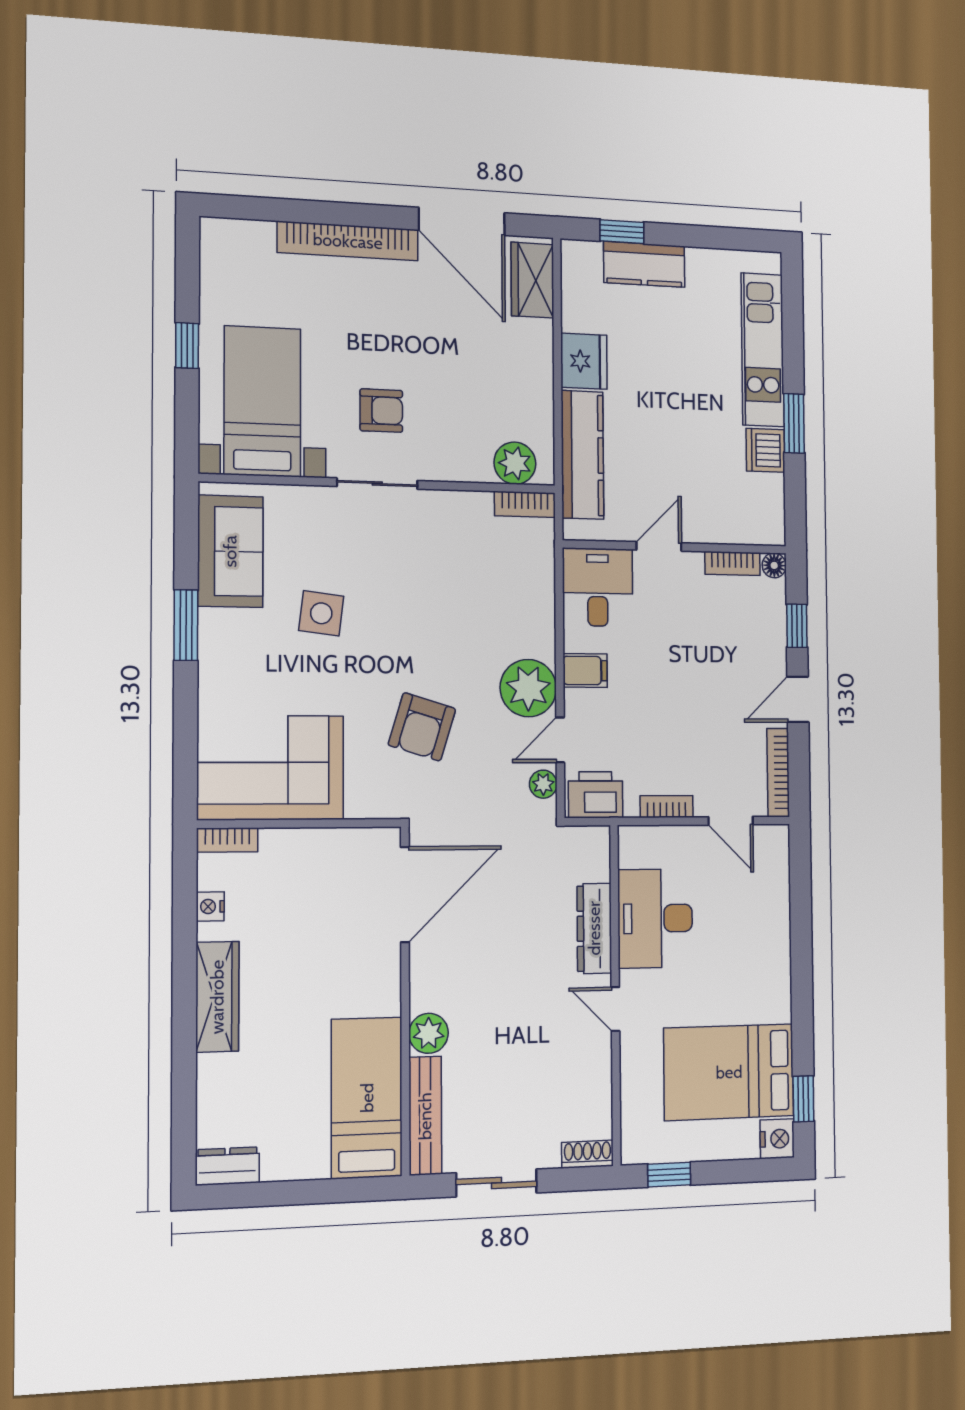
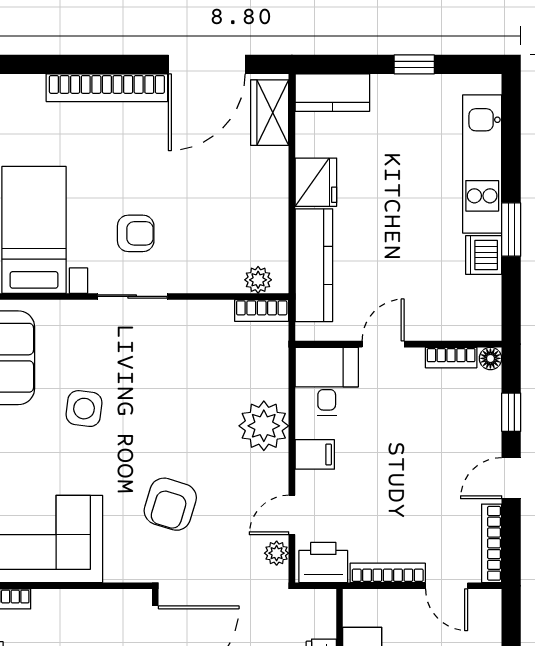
door: (462, 221) -> (207, 64), hinge flipped
window: (622, 232) -> (414, 64), moved
kitchen counter: (644, 264) -> (332, 93), moved
plant: (515, 463) -> (258, 280), width x0.73, depth x0.73
plant: (528, 688) -> (264, 426), moved
bookcase: (667, 806) -> (388, 573), width x1.56

